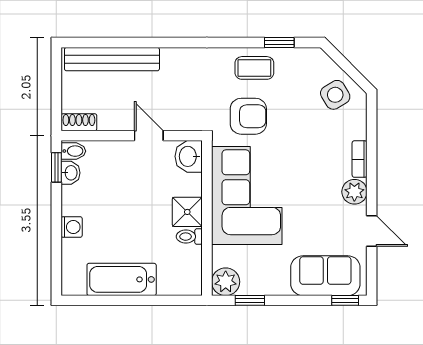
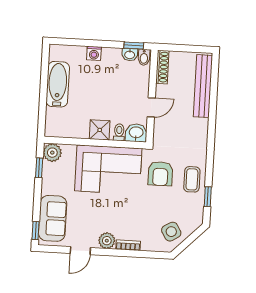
shoe rack: (79, 122) -> (162, 67), width x1.43
toilet: (189, 237) -> (119, 132), moved

